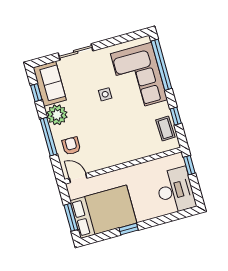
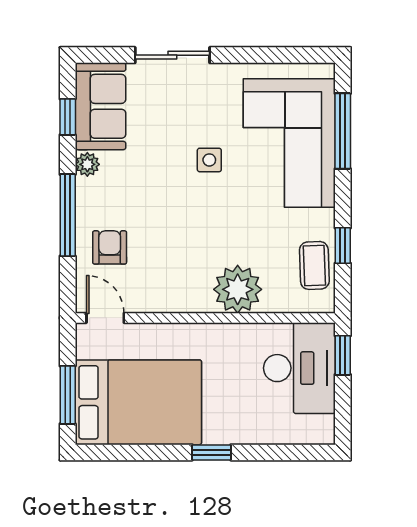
window: (161, 65) -> (343, 131), width x0.68
plant: (57, 115) -> (87, 164), width x0.53, depth x0.53
plant: (134, 149) -> (238, 289), added
desk: (175, 190) -> (299, 368), moved
window: (129, 229) -> (211, 452), moved

